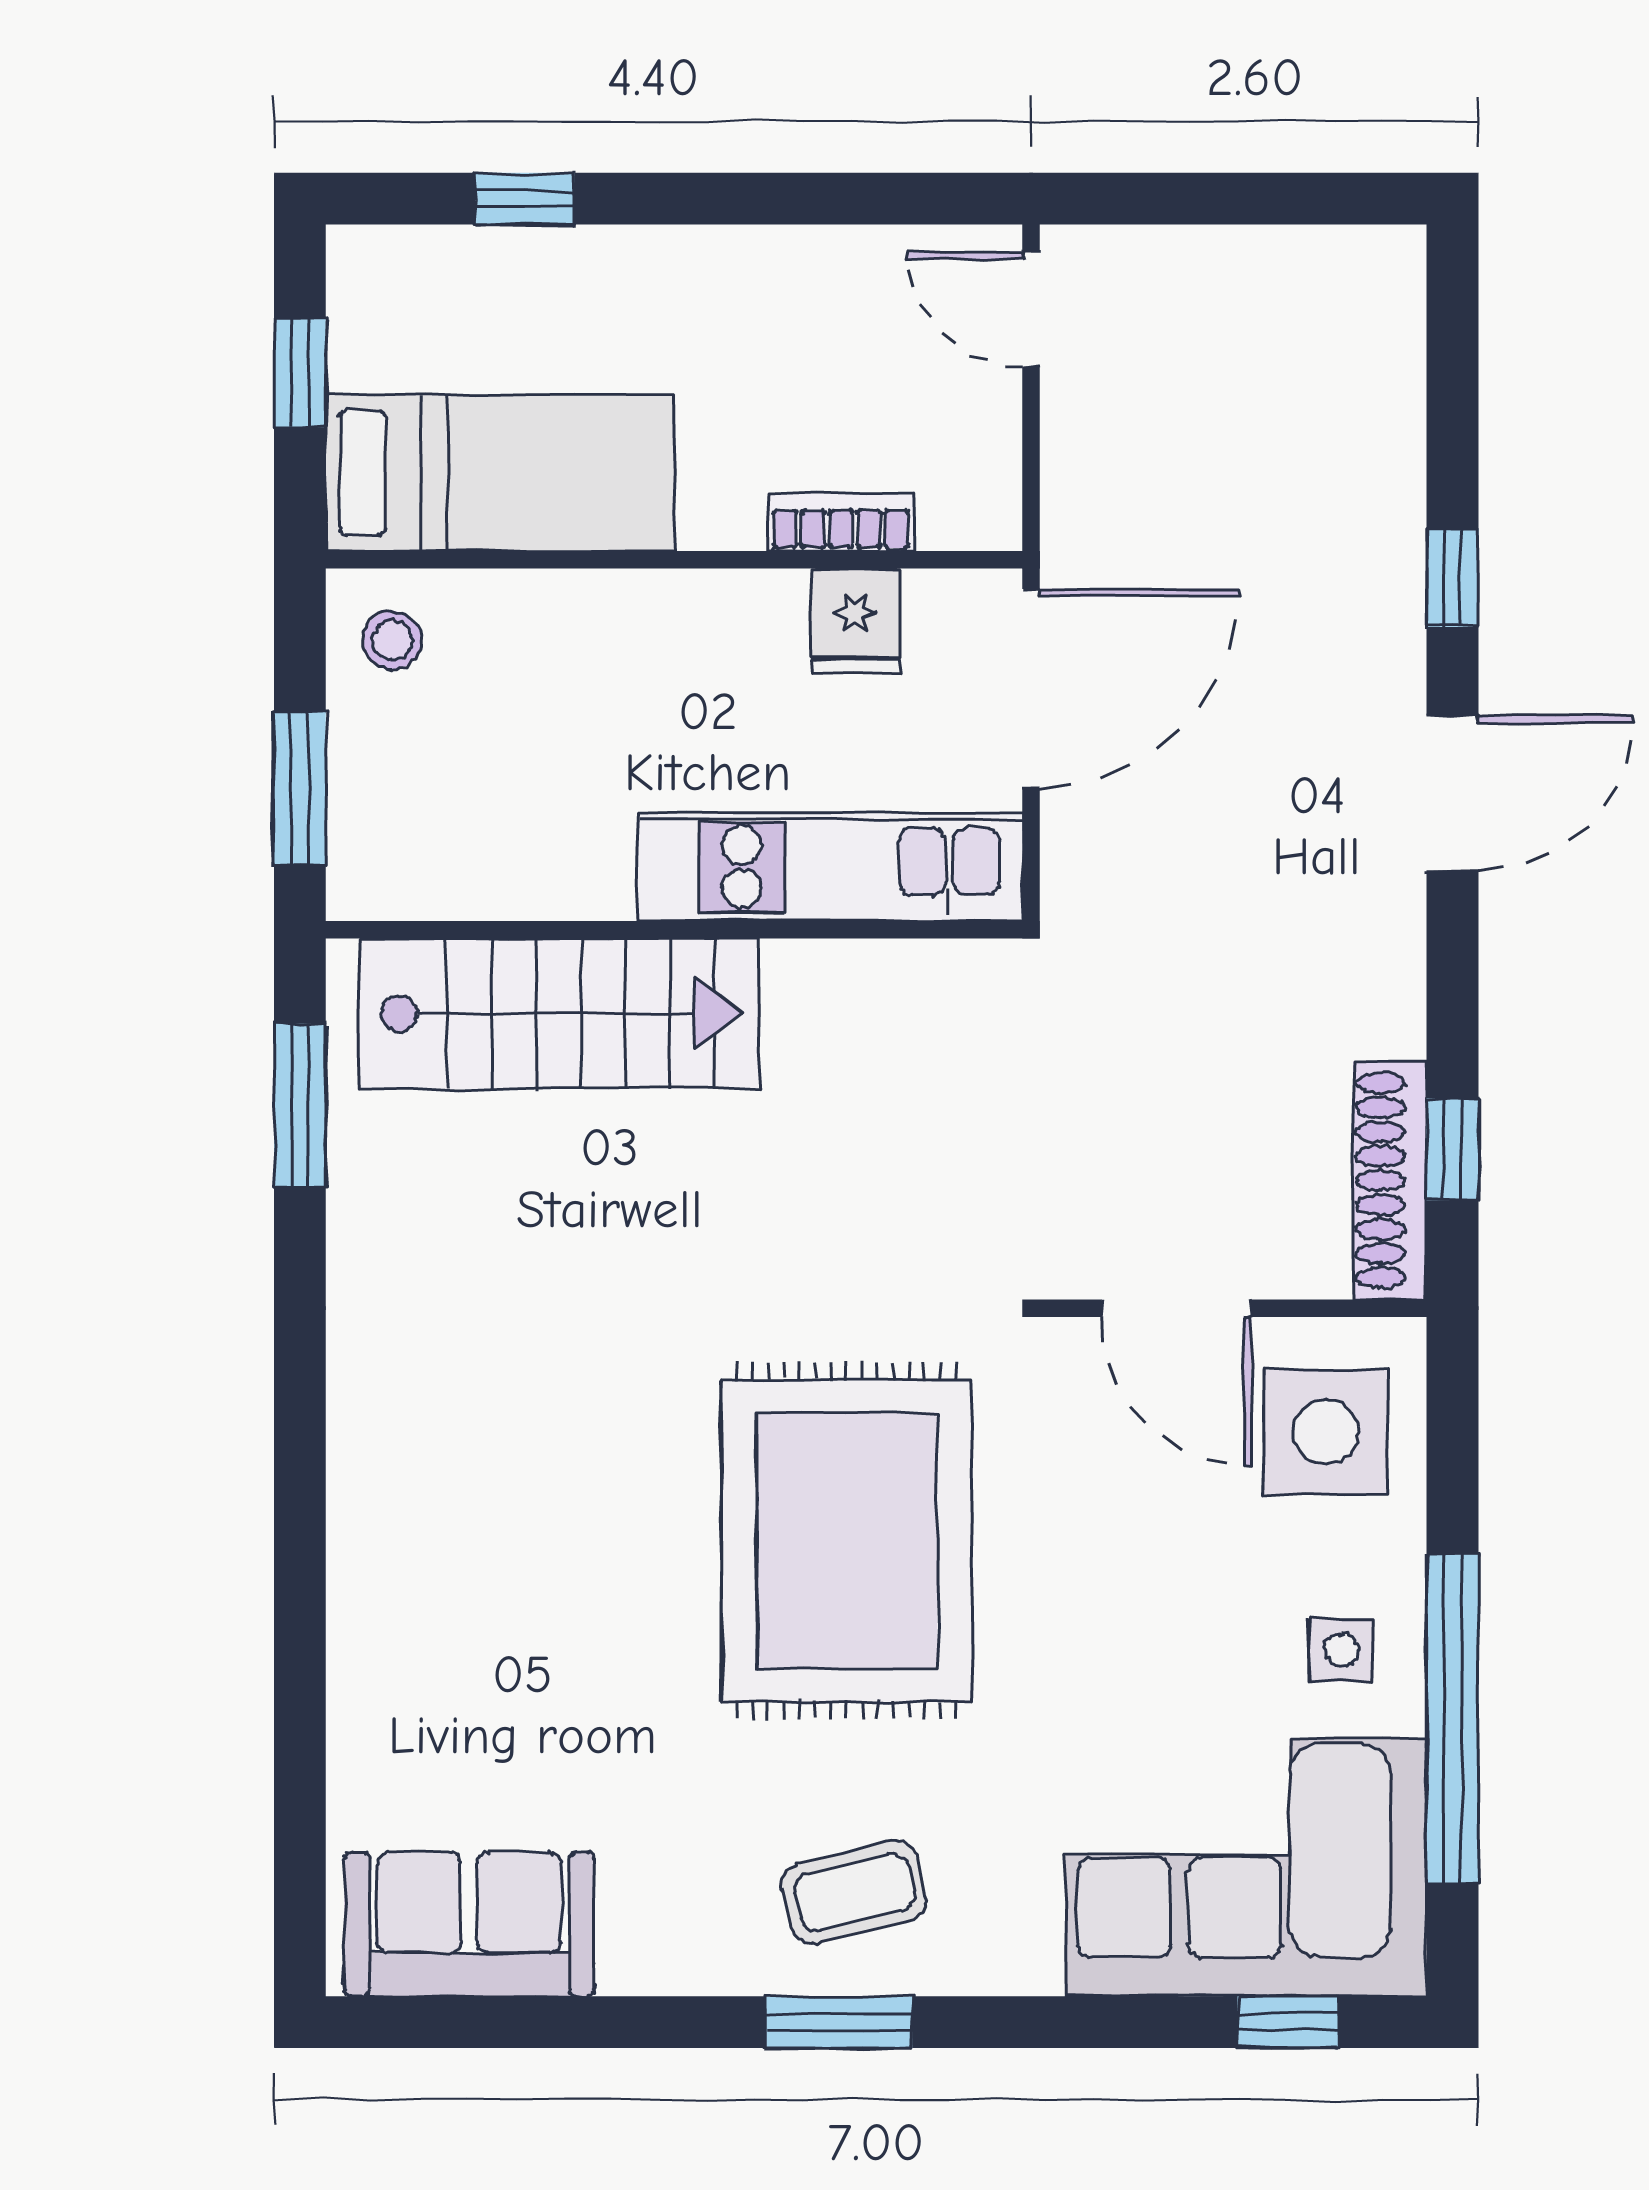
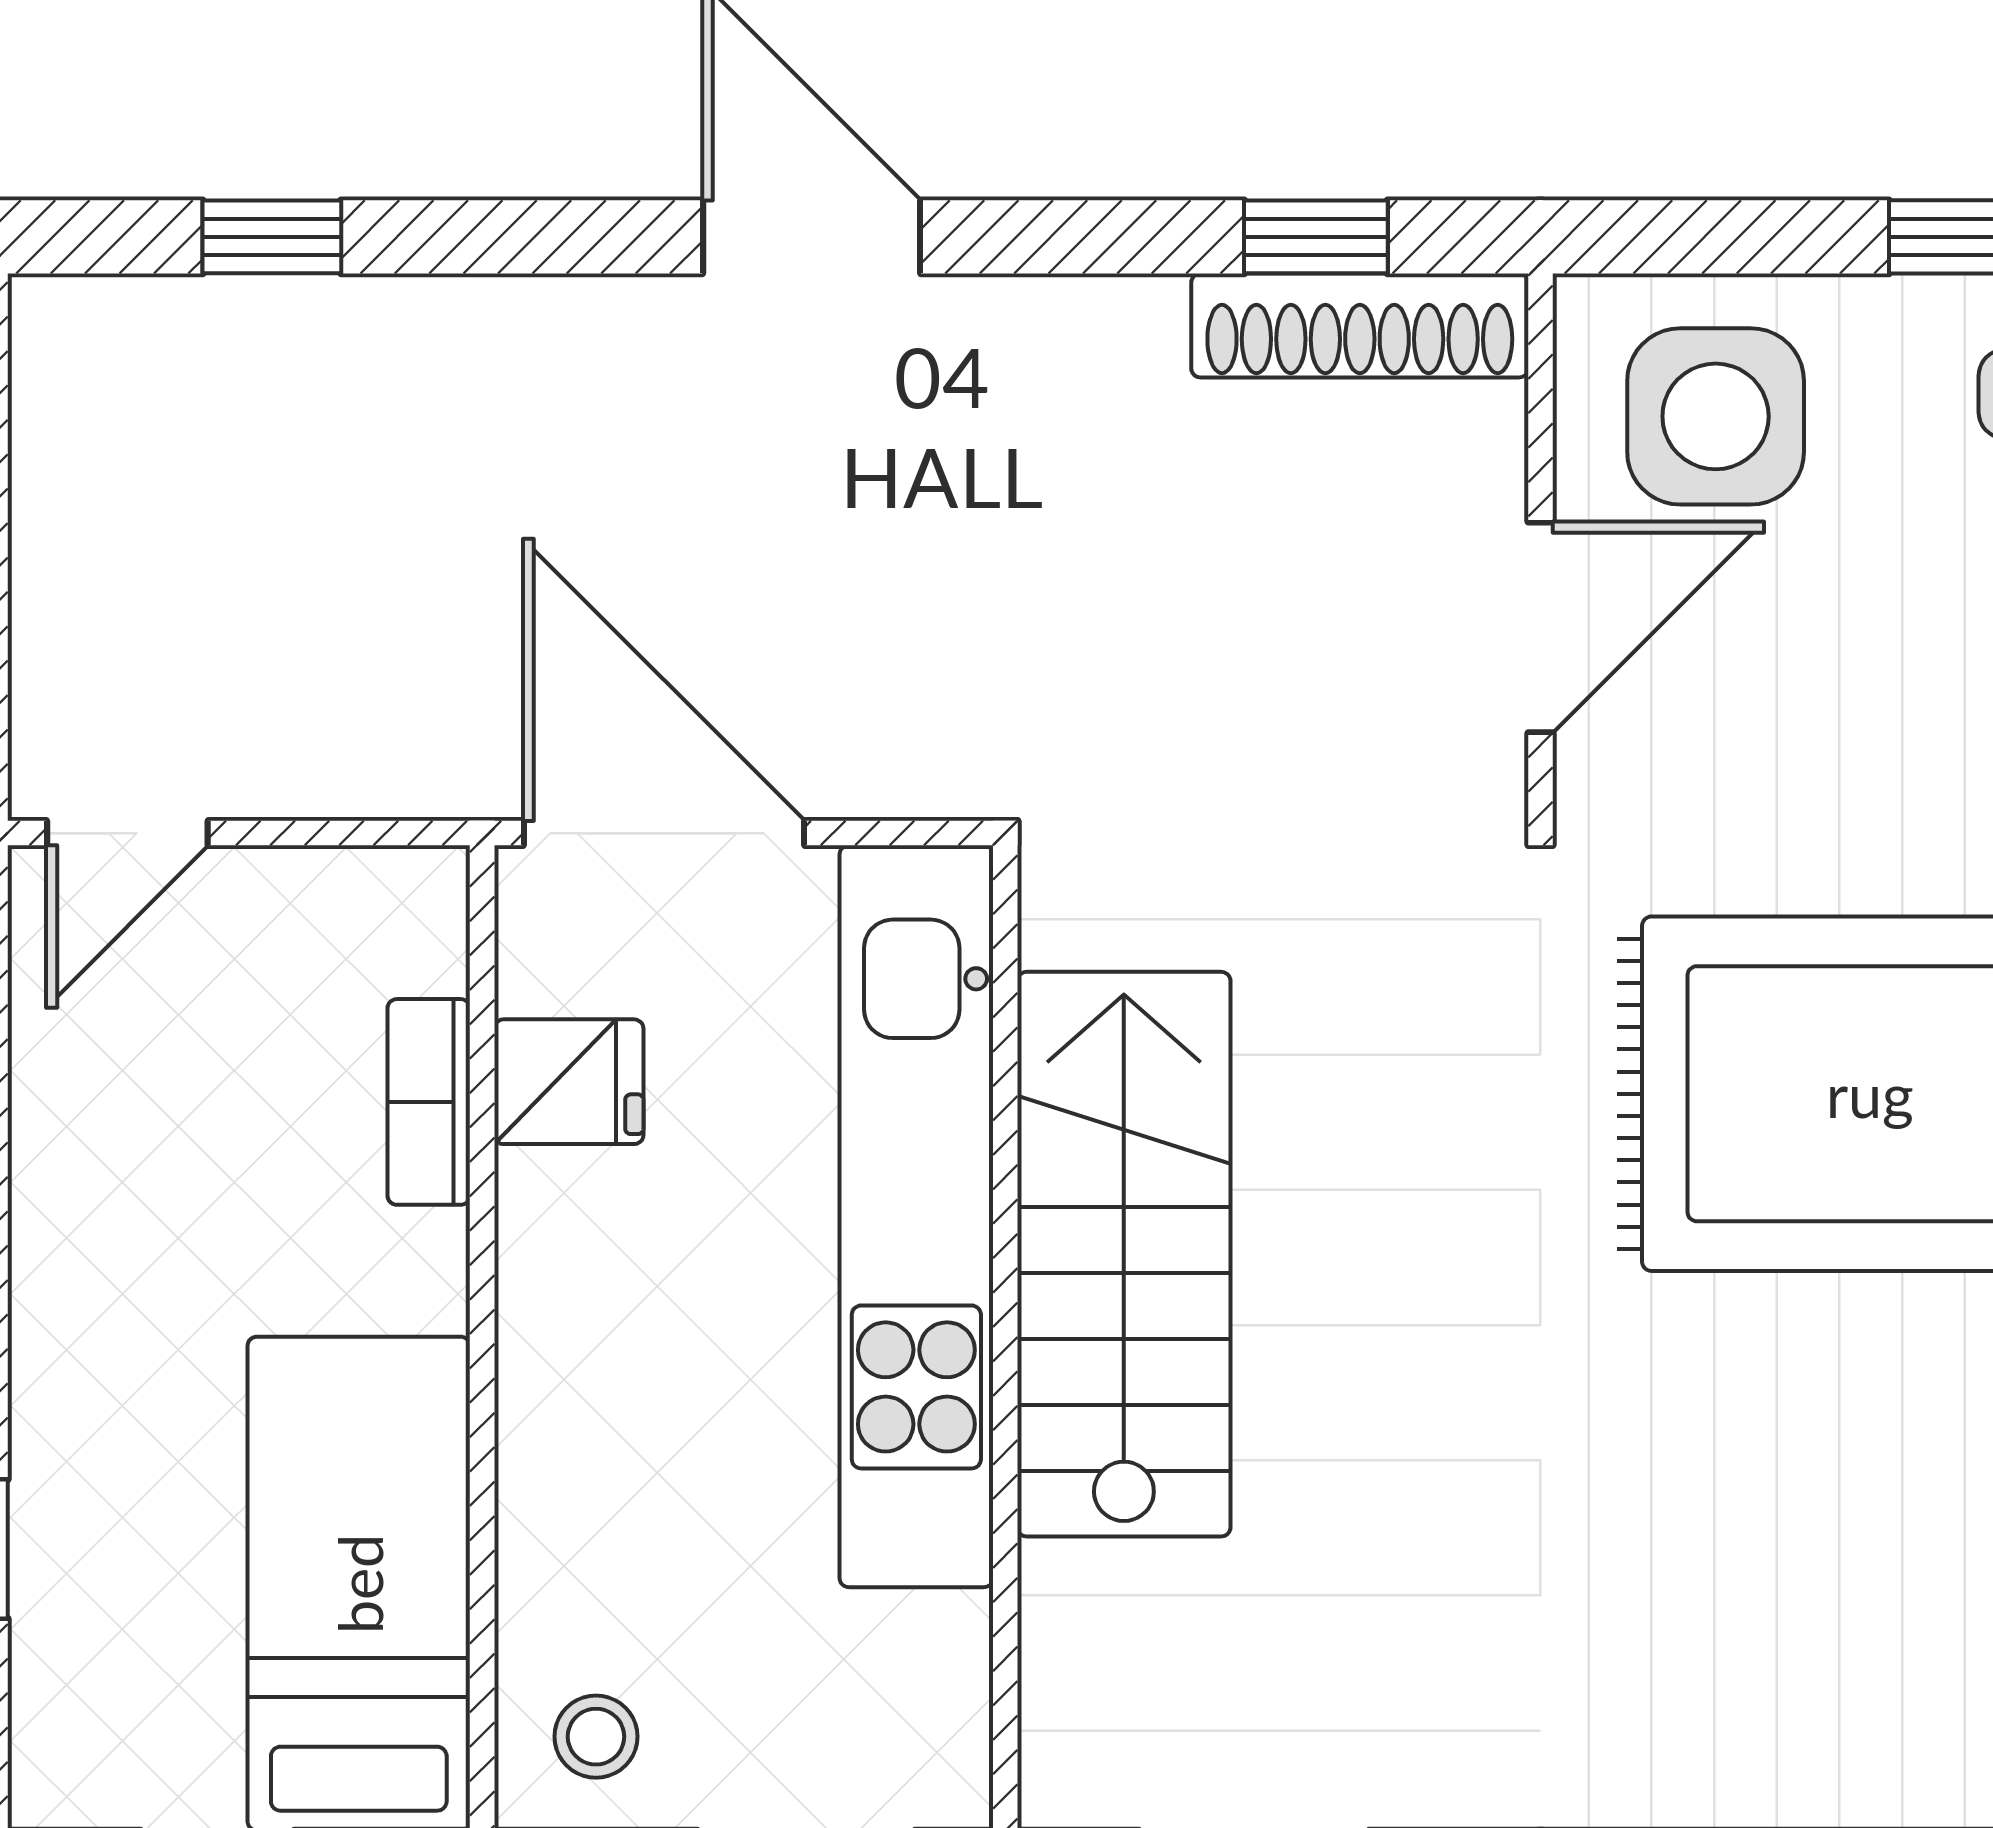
window: (1453, 578) -> (272, 237), moved
kitchen unit: (830, 867) -> (916, 1216), width x1.36
stairs: (559, 1014) -> (1124, 1254), moved

